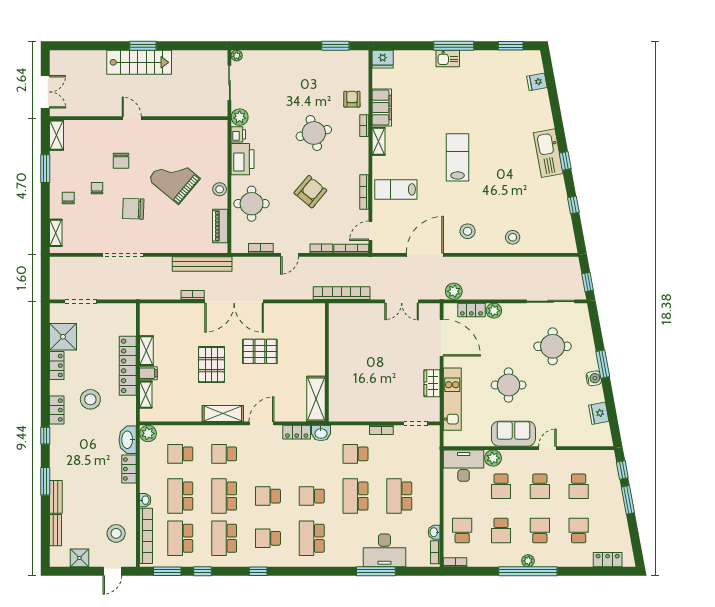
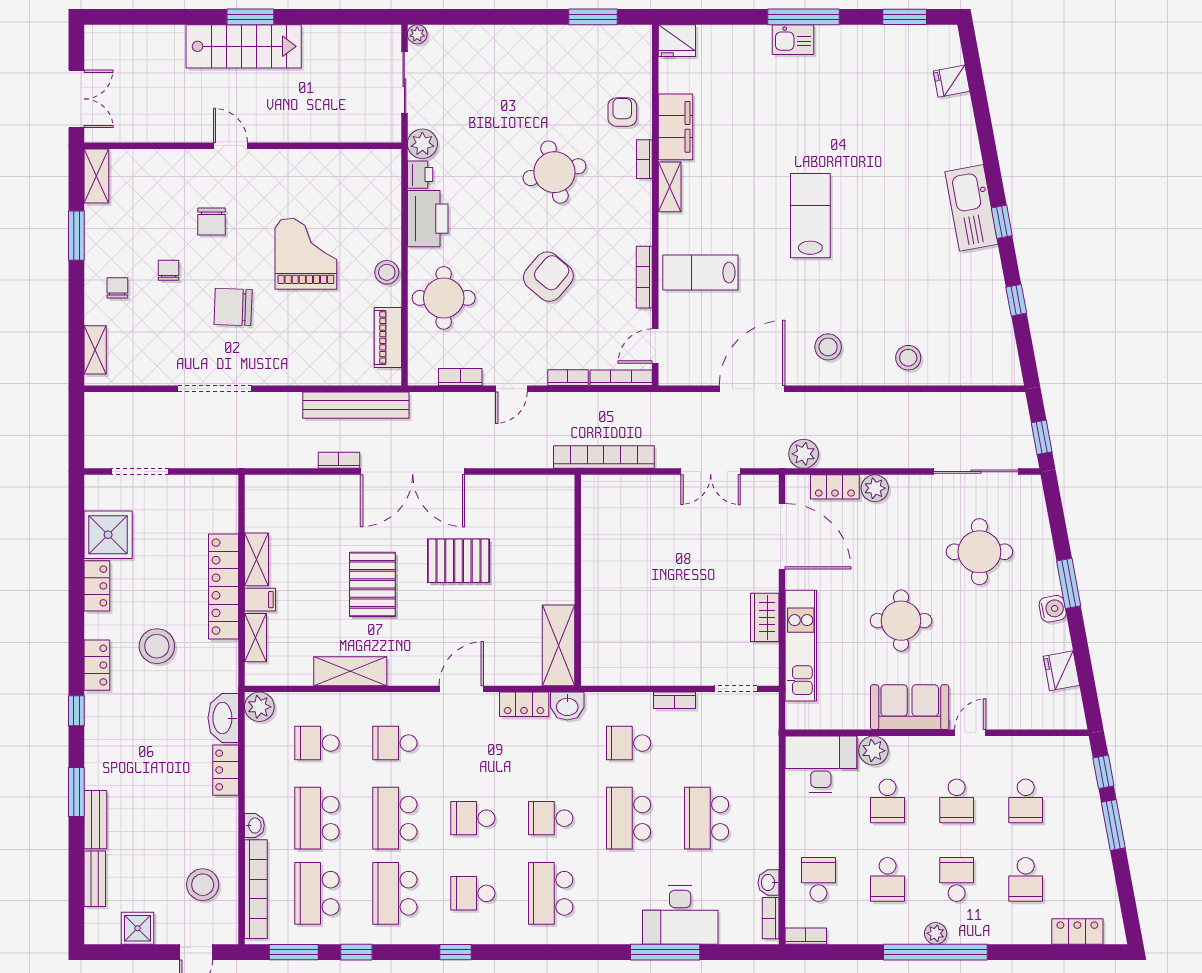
grand piano: (174, 179) -> (306, 254), turned 50
shelving: (223, 413) -> (350, 671), moved
school desk: (579, 530) -> (1026, 879), turned 180

